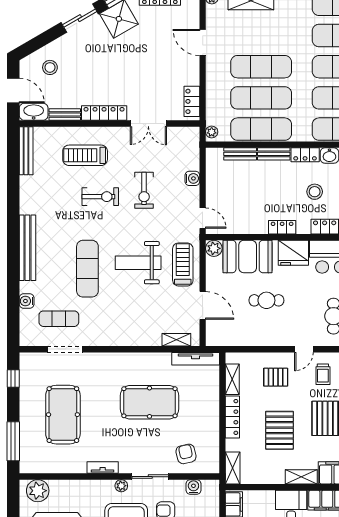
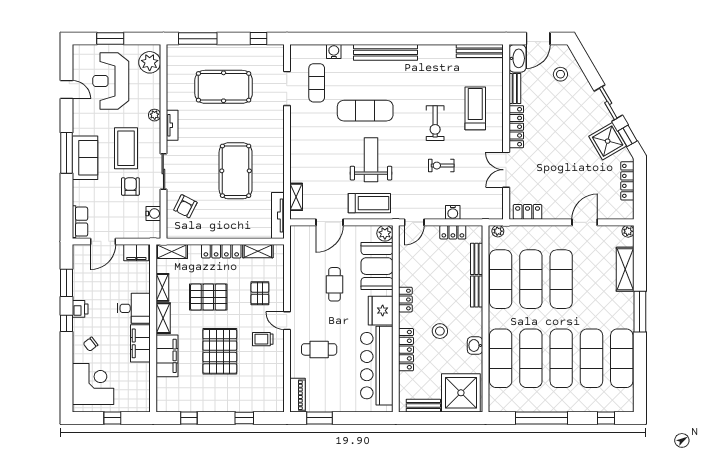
locker: (305, 155) -> (453, 232), moved, turned -90
exercise bike: (144, 190) -> (441, 166), width x0.73, depth x0.72
armchair: (186, 454) -> (185, 206), turned 130
shelving: (270, 478) -> (162, 287), added
plant: (121, 486) -> (155, 115), moved

